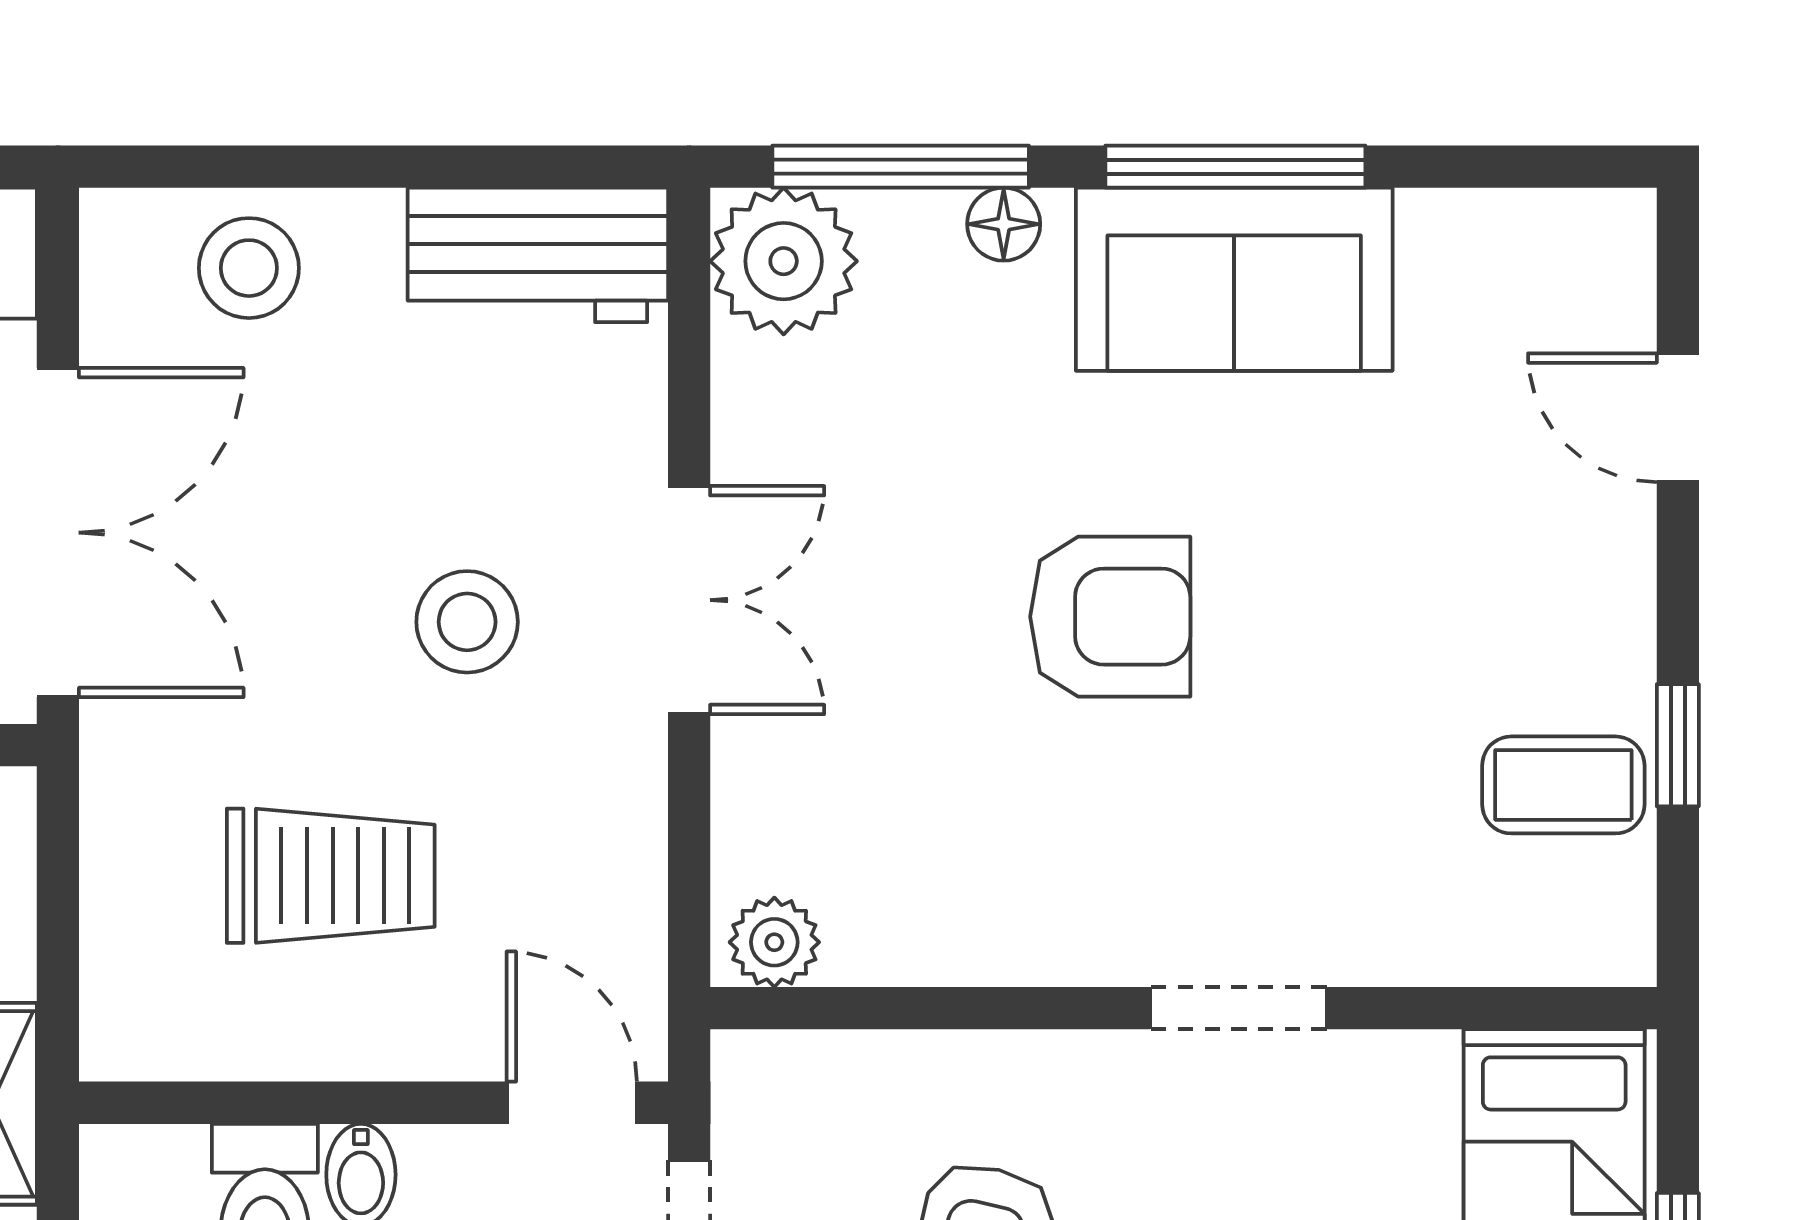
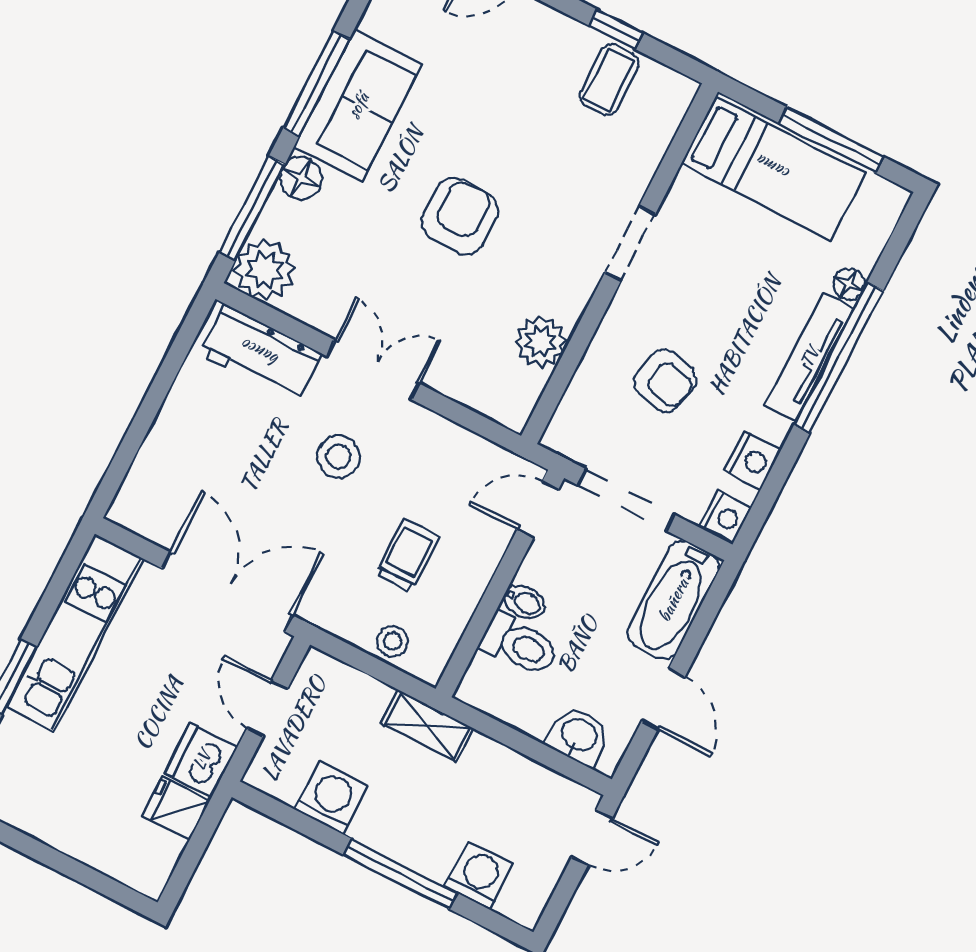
floor lamp: (1004, 224) -> (301, 178), width x1.37, depth x1.37
workbench: (538, 255) -> (260, 353), moved, turned 90
stool: (249, 268) -> (392, 641), moved, width x0.73, depth x0.73
trolley: (331, 876) -> (407, 556), width x0.73, depth x0.72
plant: (774, 942) -> (541, 342), moved, width x1.38, depth x1.38

